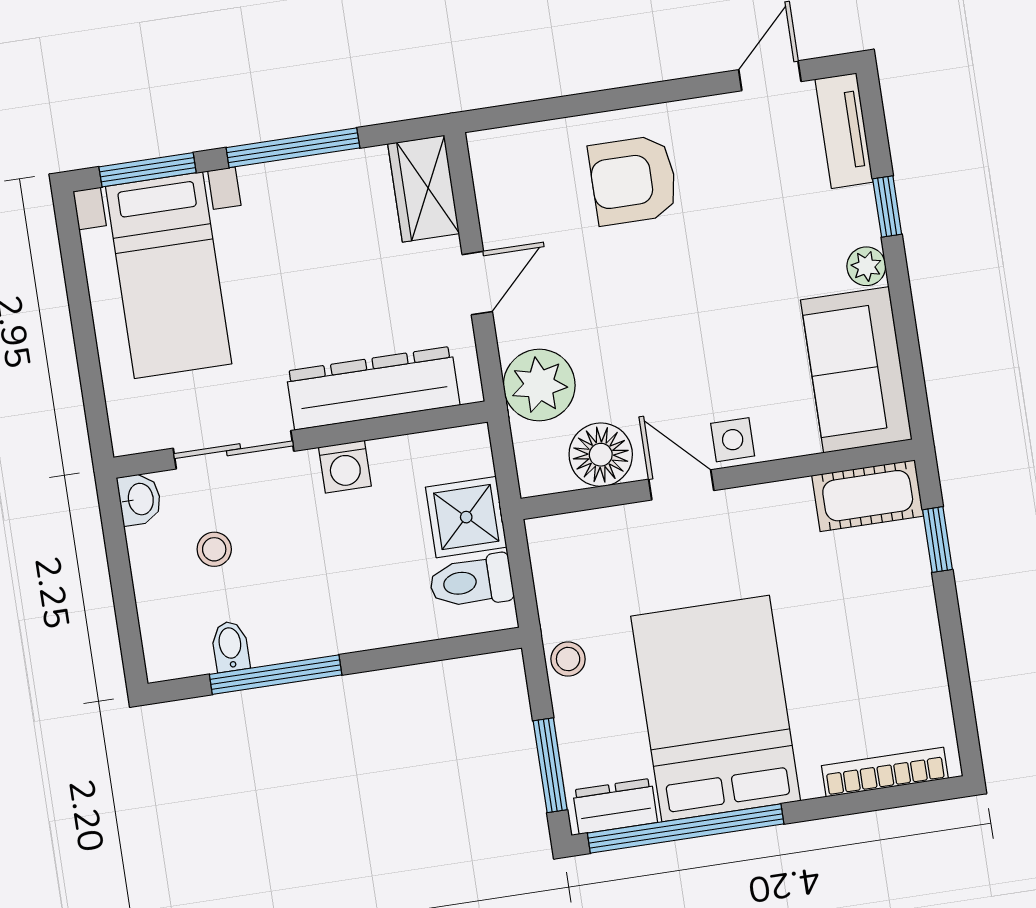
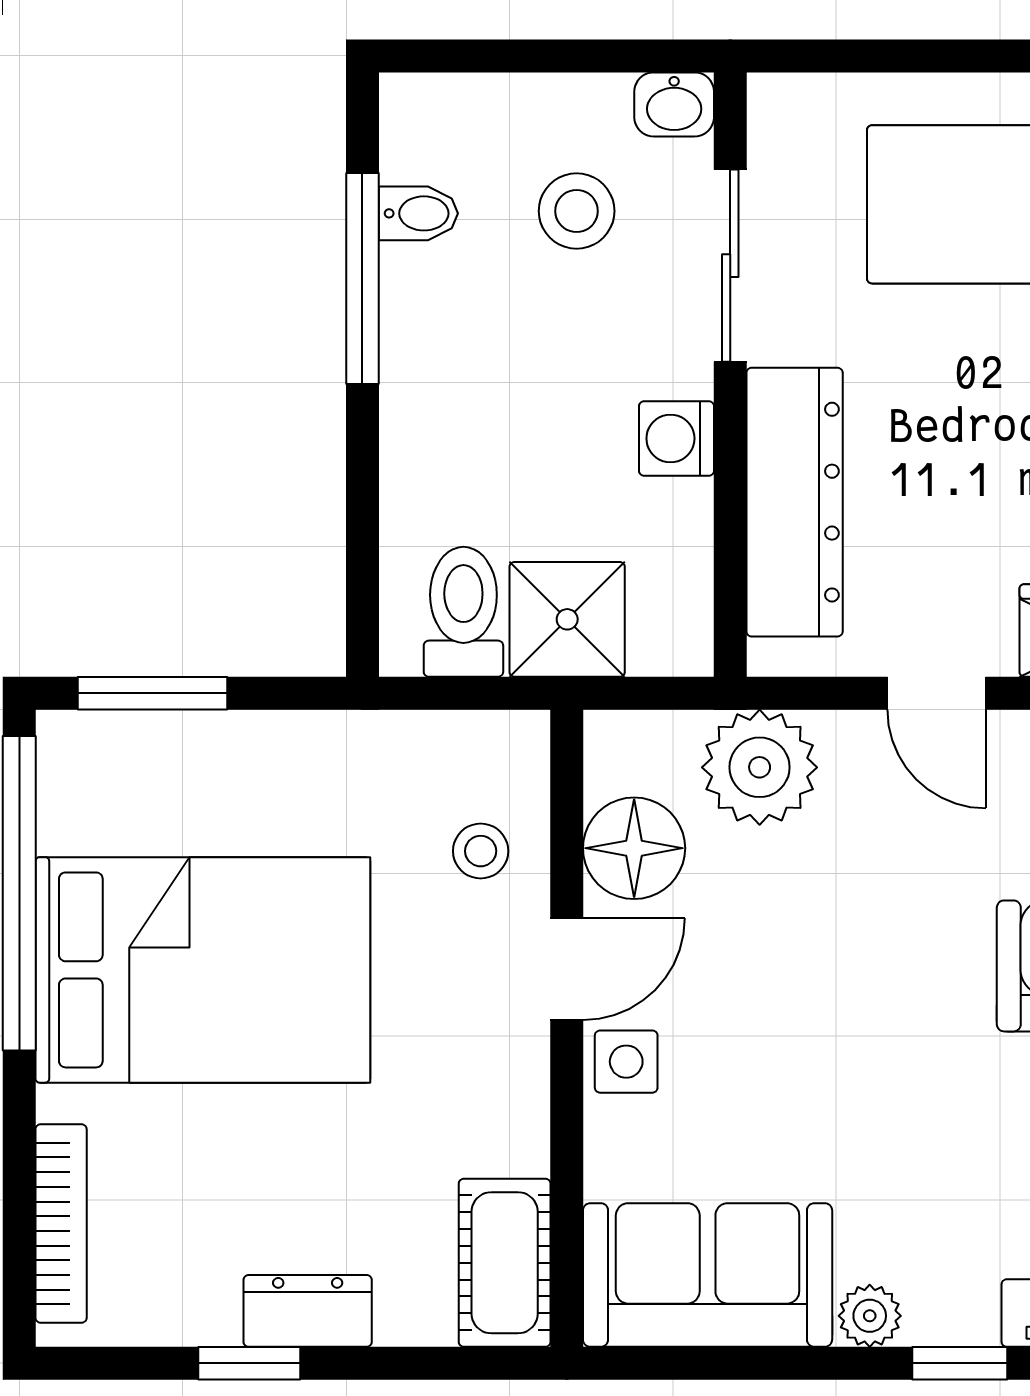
window: (938, 540) -> (249, 1363), moved
stool: (214, 549) -> (577, 211), width x1.37, depth x1.37
stool: (568, 659) -> (481, 851), moved
dresser: (615, 806) -> (308, 1311), moved, turned -90

